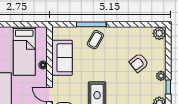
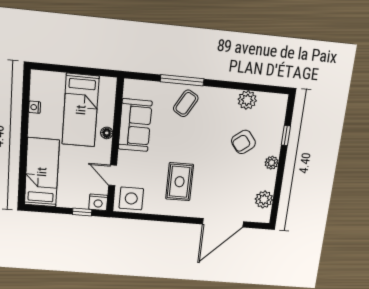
plant: (159, 33) -> (247, 100), moved
window: (168, 87) -> (286, 136), moved

